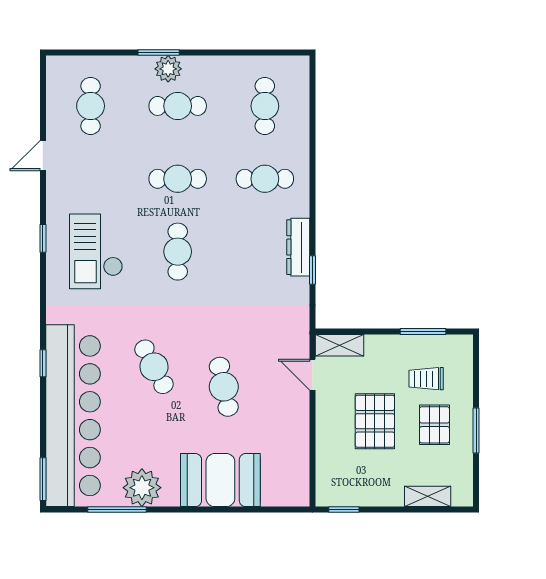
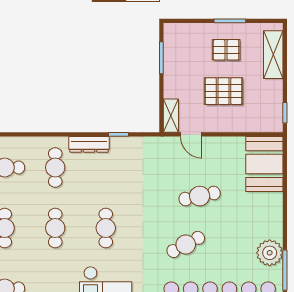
dresser: (298, 247) -> (89, 144), moved
cafe table: (178, 252) -> (106, 228), turned 90
door: (312, 375) -> (191, 134), hinge flipped
trolley: (426, 379) -> (194, 56), removed
booth: (220, 480) -> (264, 164), moved
shelving: (428, 496) -> (273, 55), width x1.50, depth x1.33

